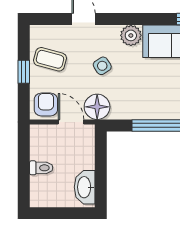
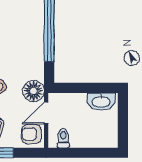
toilet: (41, 168) -> (63, 138), moved

